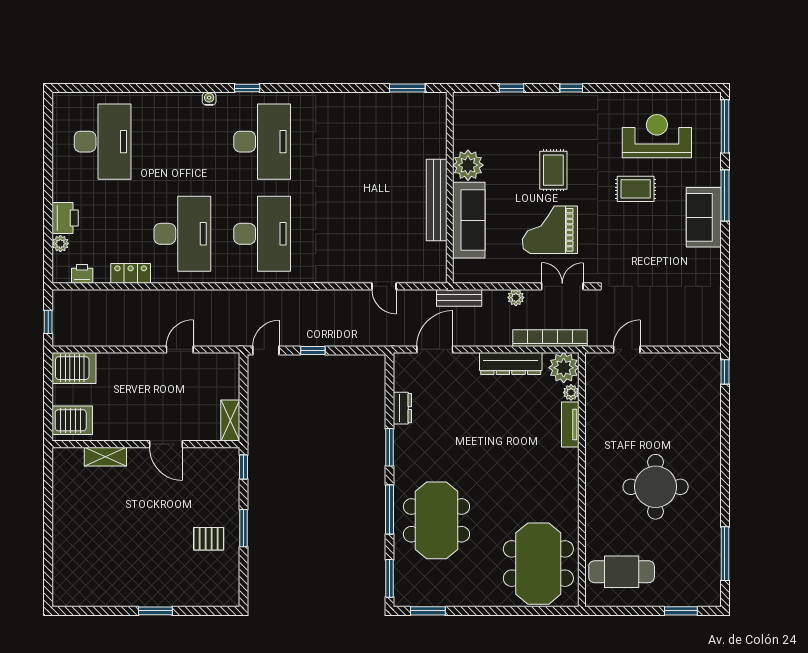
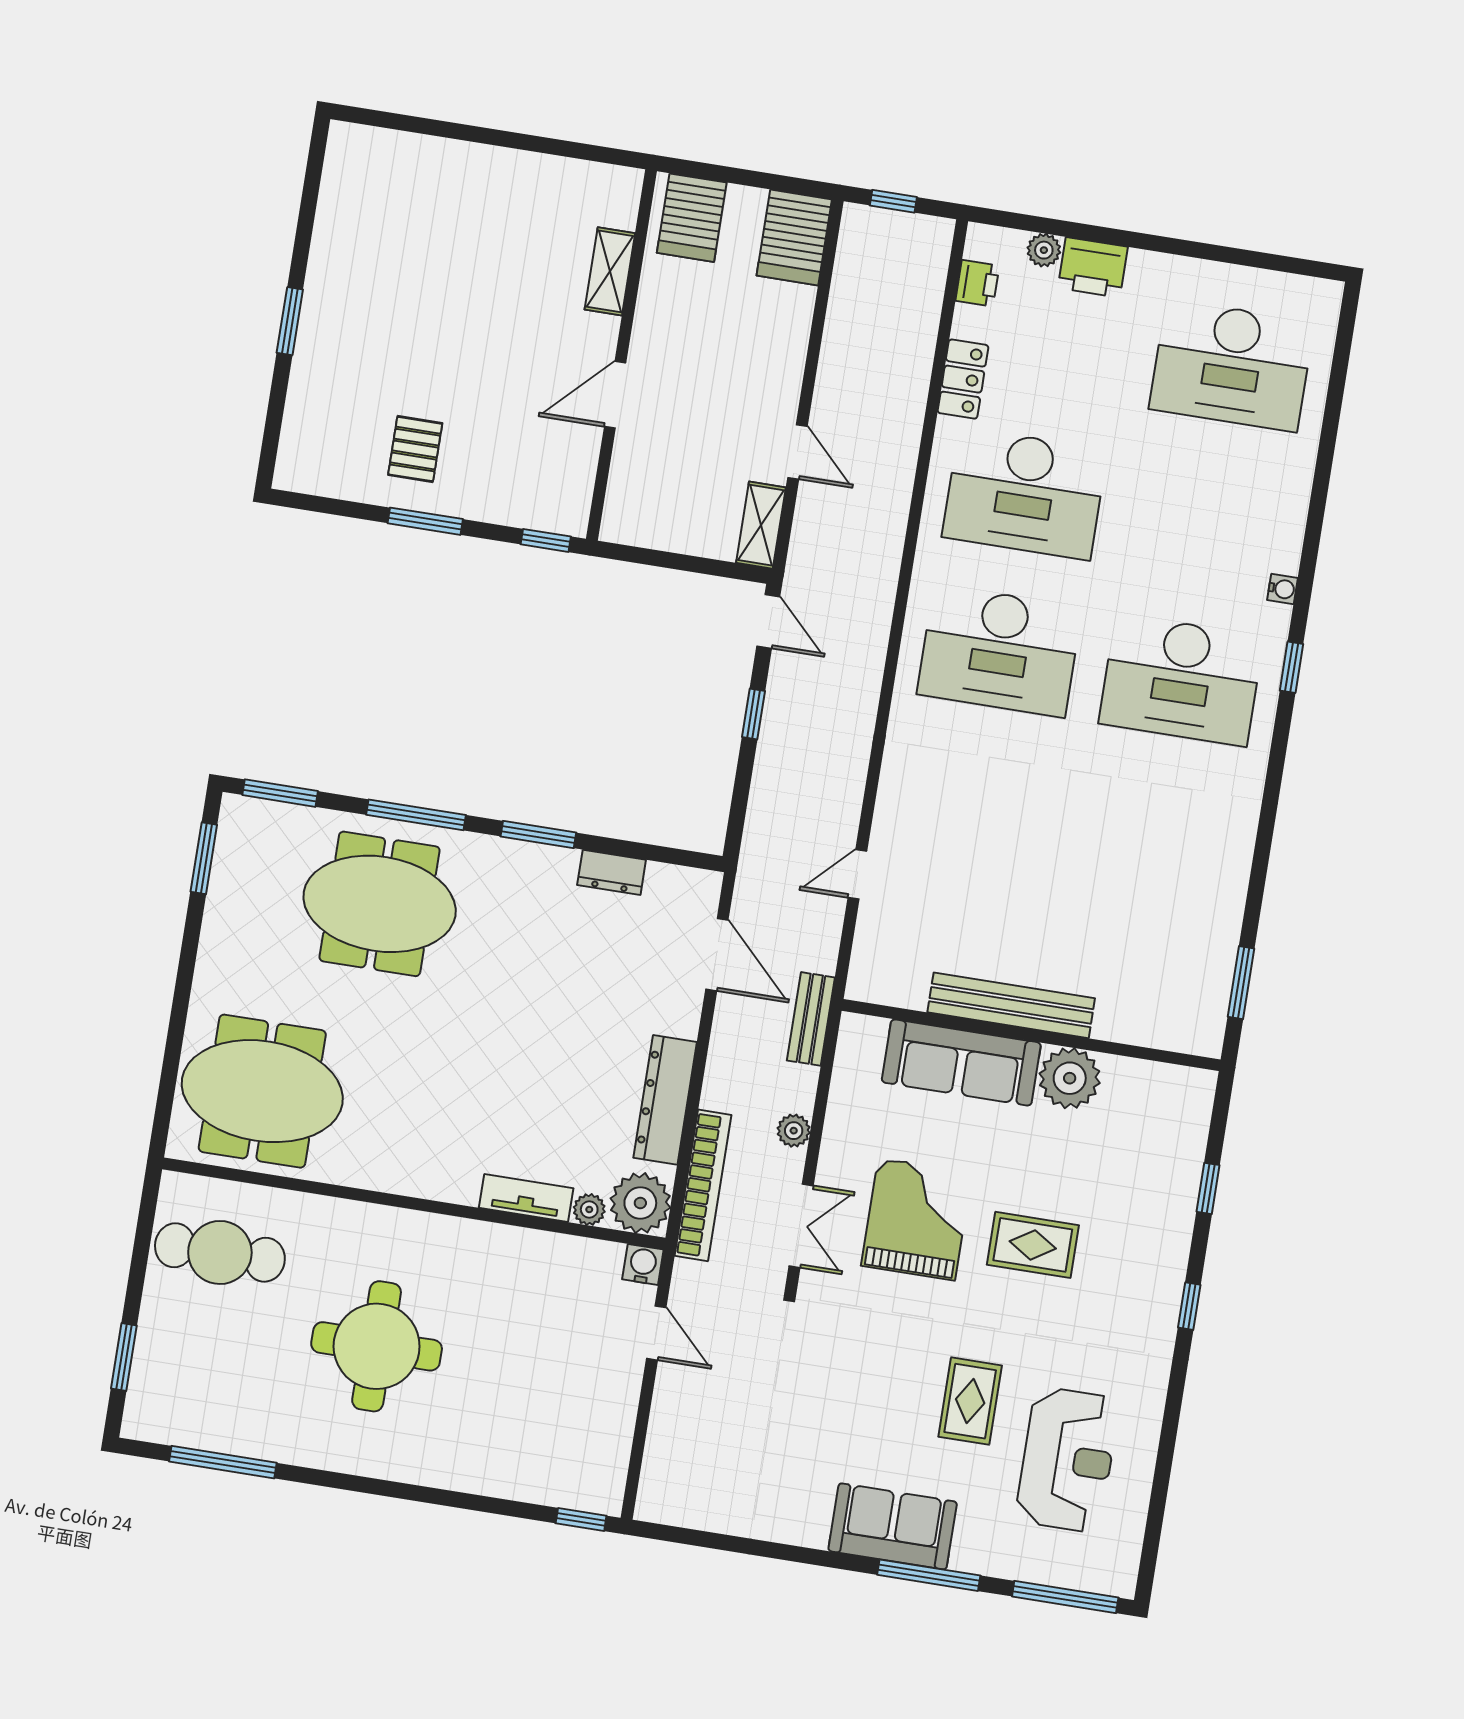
water cooler: (594, 362) -> (643, 1264), added
shelving: (230, 421) -> (761, 525), moved, turned 90
cafe table: (622, 572) -> (220, 1252), turned 90

